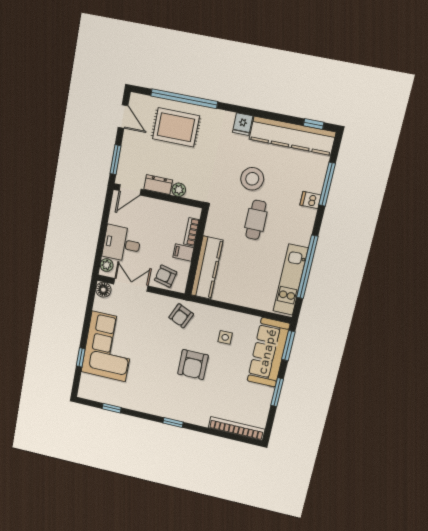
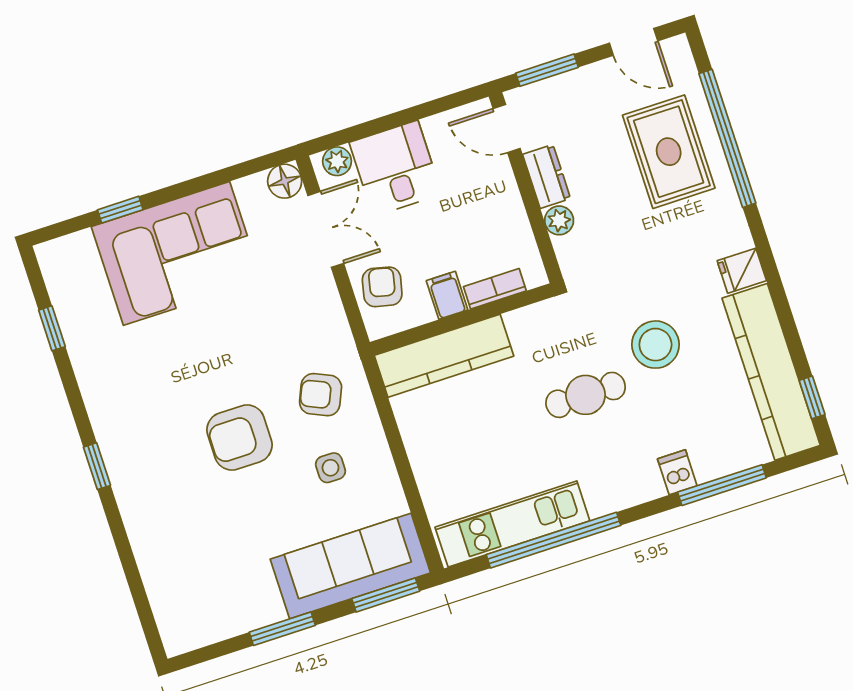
door: (123, 117) -> (634, 42), hinge flipped
armchair: (181, 316) -> (321, 395), moved
bookcase: (237, 428) -> (161, 595), removed

